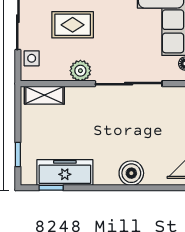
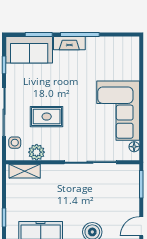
plant: (80, 71) -> (37, 152), moved

